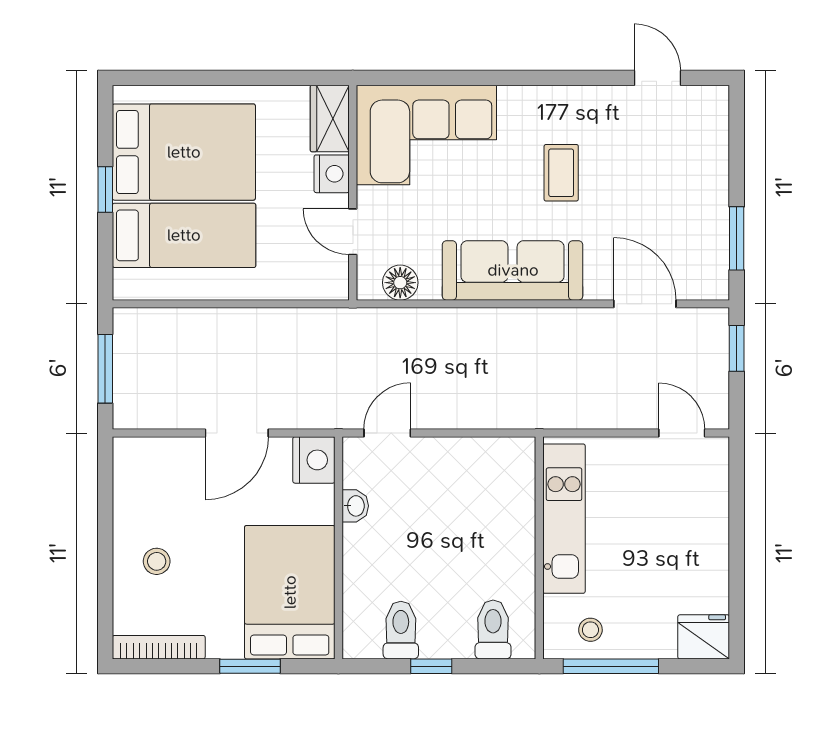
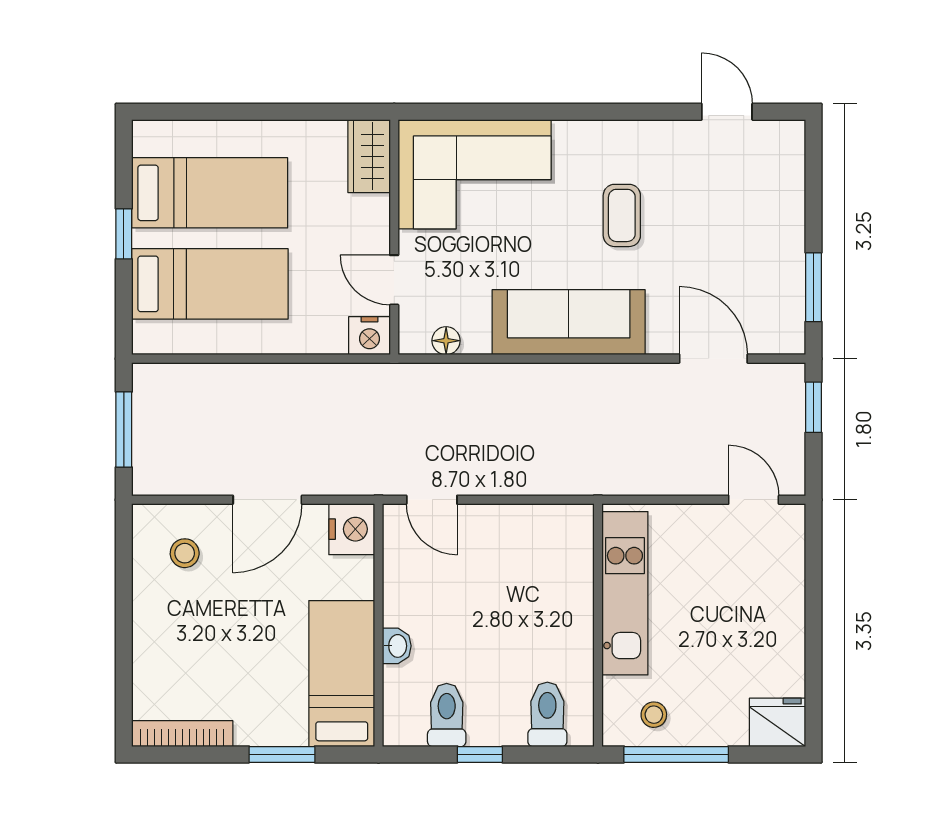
bed: (184, 152) -> (210, 193), width x0.67
nightstand: (332, 174) -> (370, 336), moved, turned 90
floor lamp: (400, 283) -> (446, 341), width x0.73, depth x0.73
door: (387, 433) -> (432, 500), swing flipped
washbasin: (355, 506) -> (397, 646), moved
stool: (157, 561) -> (185, 553), moved
bed: (290, 592) -> (342, 674), width x0.67

